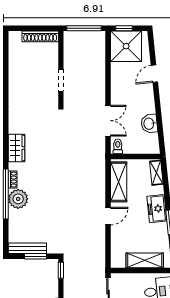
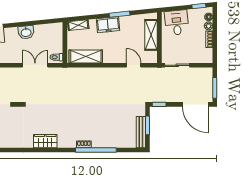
washbasin: (149, 124) -> (26, 32), moved
wardrobe: (17, 148) -> (45, 141), moved
plant: (18, 199) -> (100, 140), removed
door: (108, 216) -> (134, 65), moved

